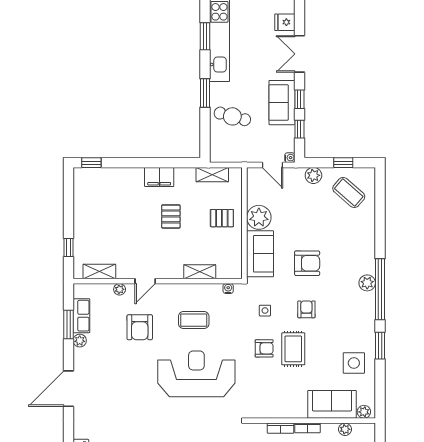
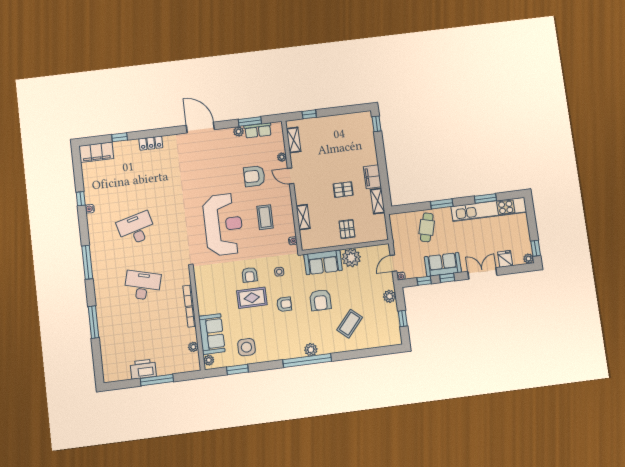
shelving: (212, 175) -> (378, 201), moved
coffee table: (349, 192) -> (350, 324), moved
window: (380, 346) -> (237, 370), moved

